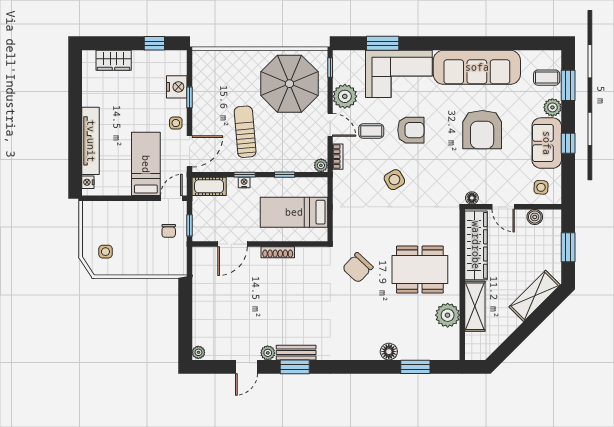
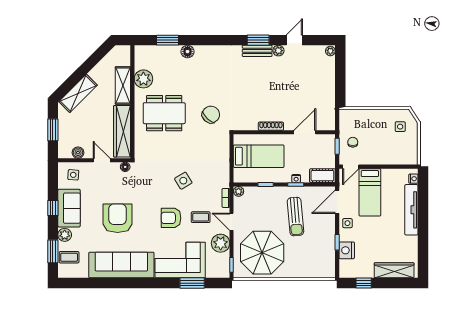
wardrobe: (114, 60) -> (394, 270), width x1.50

